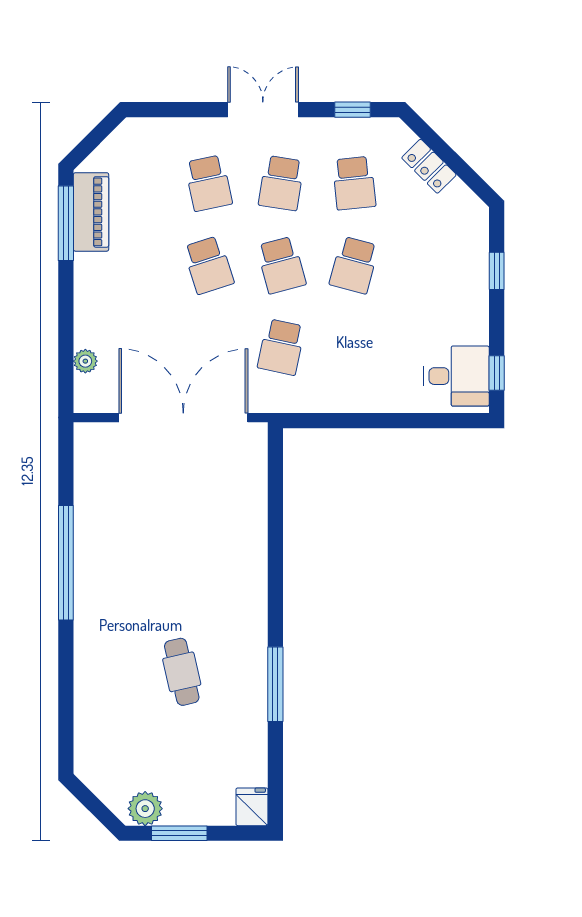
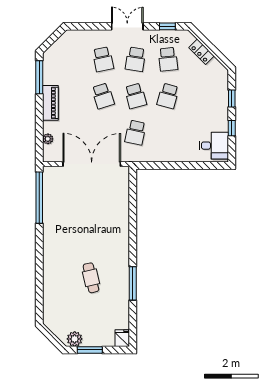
piano: (91, 212) -> (50, 103), moved
window: (497, 373) -> (232, 128), moved
window: (66, 563) -> (39, 198), moved

